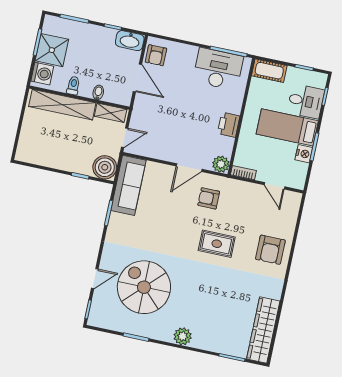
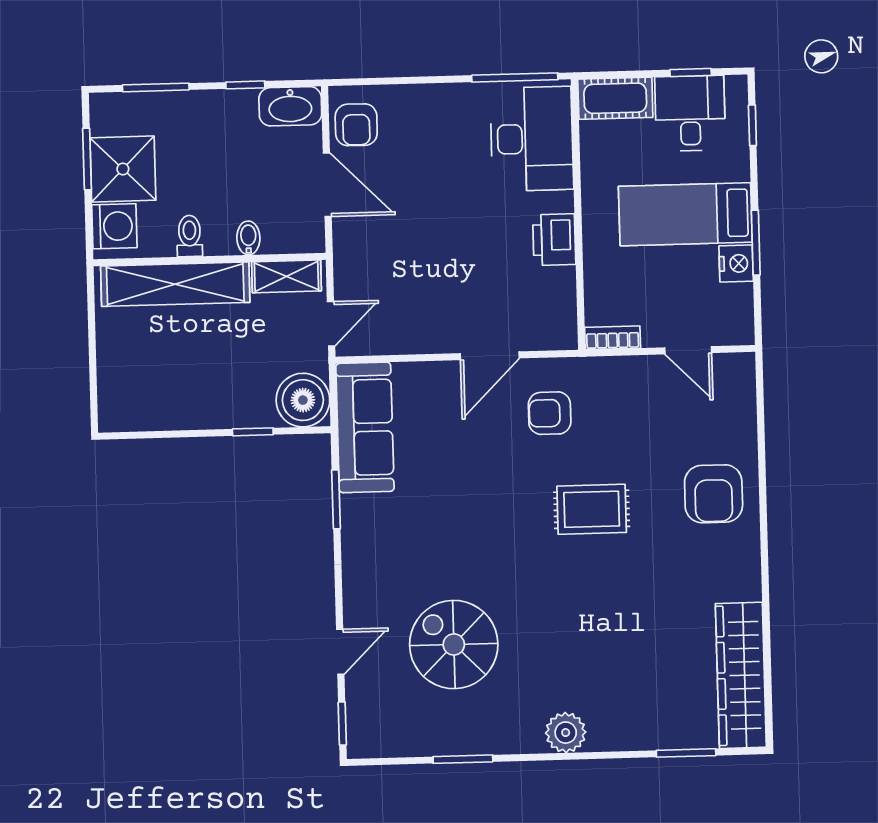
desk: (218, 69) -> (532, 139), moved, turned 90
desk: (306, 101) -> (690, 113), moved, turned -90
plant: (221, 164) -> (558, 331), removed
spiral stairs: (144, 287) -> (454, 644), width x0.73, depth x0.73

